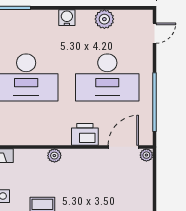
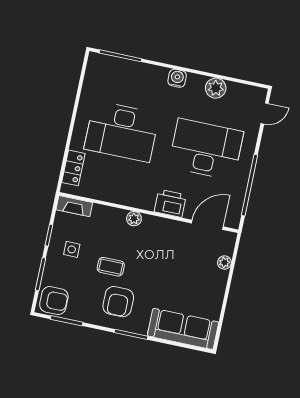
desk: (107, 77) -> (206, 149), turned 180
plant: (146, 155) -> (224, 263), moved

